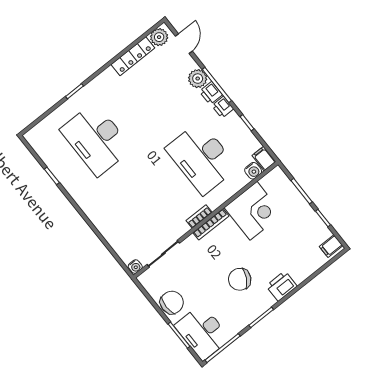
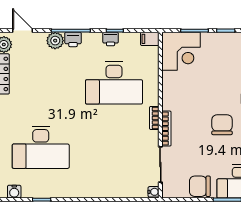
printer: (223, 107) -> (111, 39), moved
water cooler: (253, 171) -> (14, 192), moved, turned 90
corner desk: (253, 211) -> (181, 51), moved, turned 90
bookcase: (211, 224) -> (166, 129), moved
chair: (240, 279) -> (222, 125), turned 152
chair: (172, 302) -> (200, 186), turned -90

